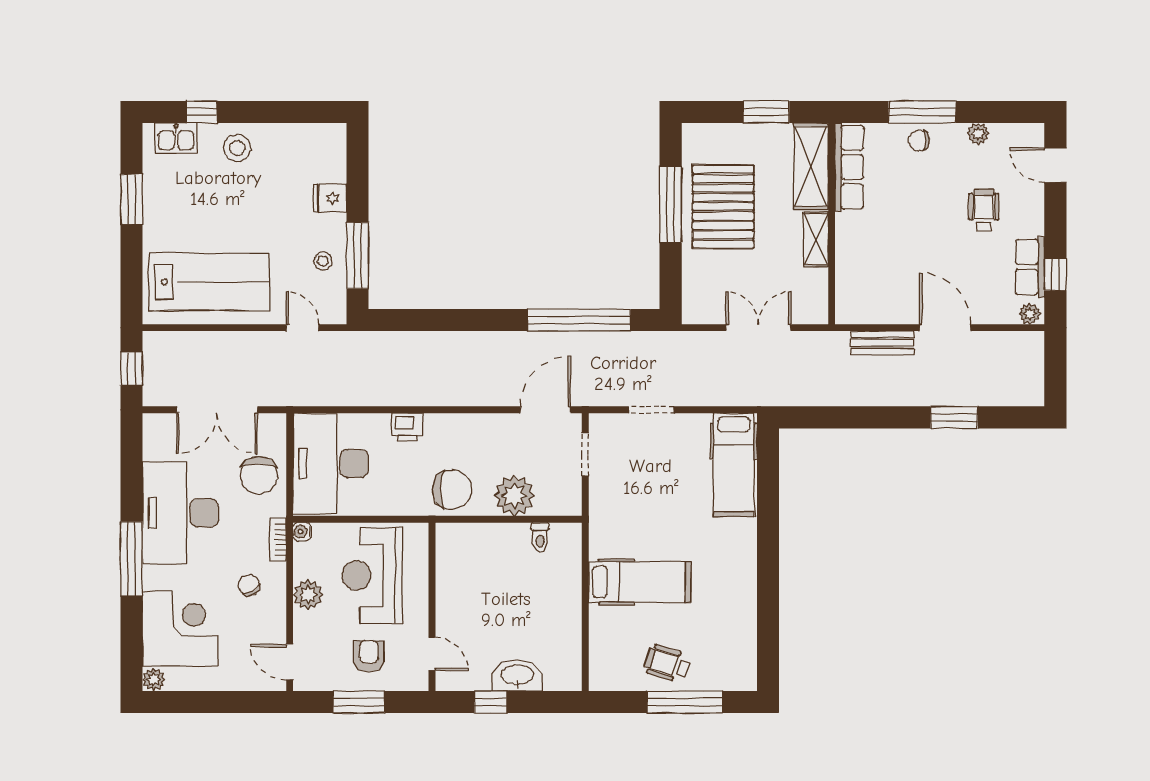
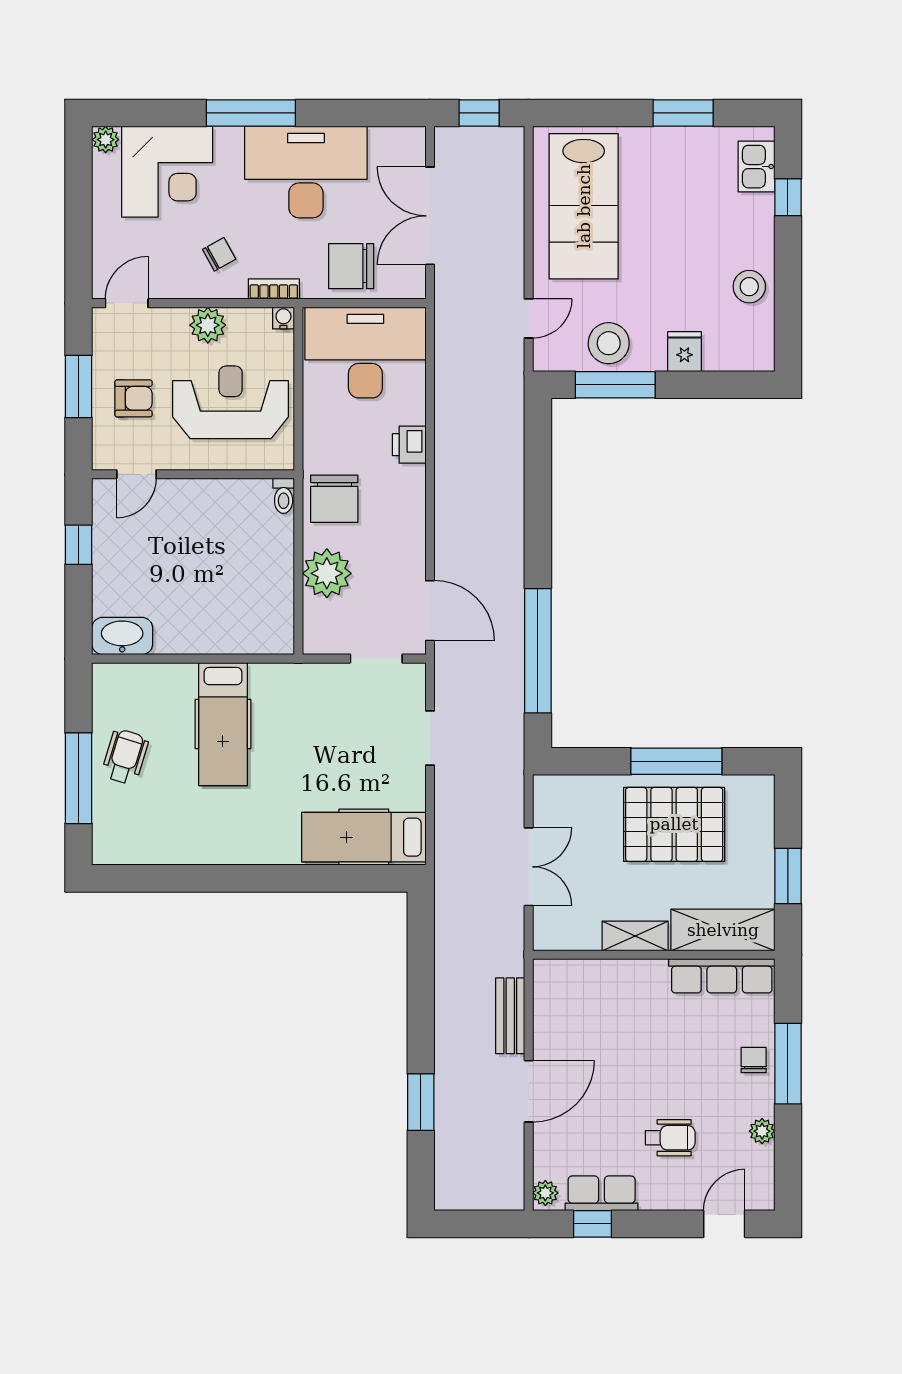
stool: (237, 148) -> (749, 287), moved
stool: (323, 261) -> (609, 343), width x1.89, depth x1.89
toilet: (540, 537) -> (284, 496), moved, turned -90
washbasin: (517, 676) -> (122, 636), moved, turned -90

